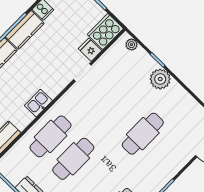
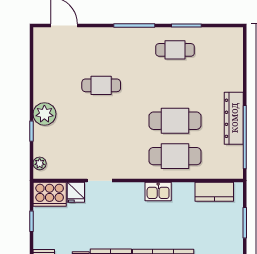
cafe table: (143, 134) -> (101, 85), width x0.73, depth x0.74

